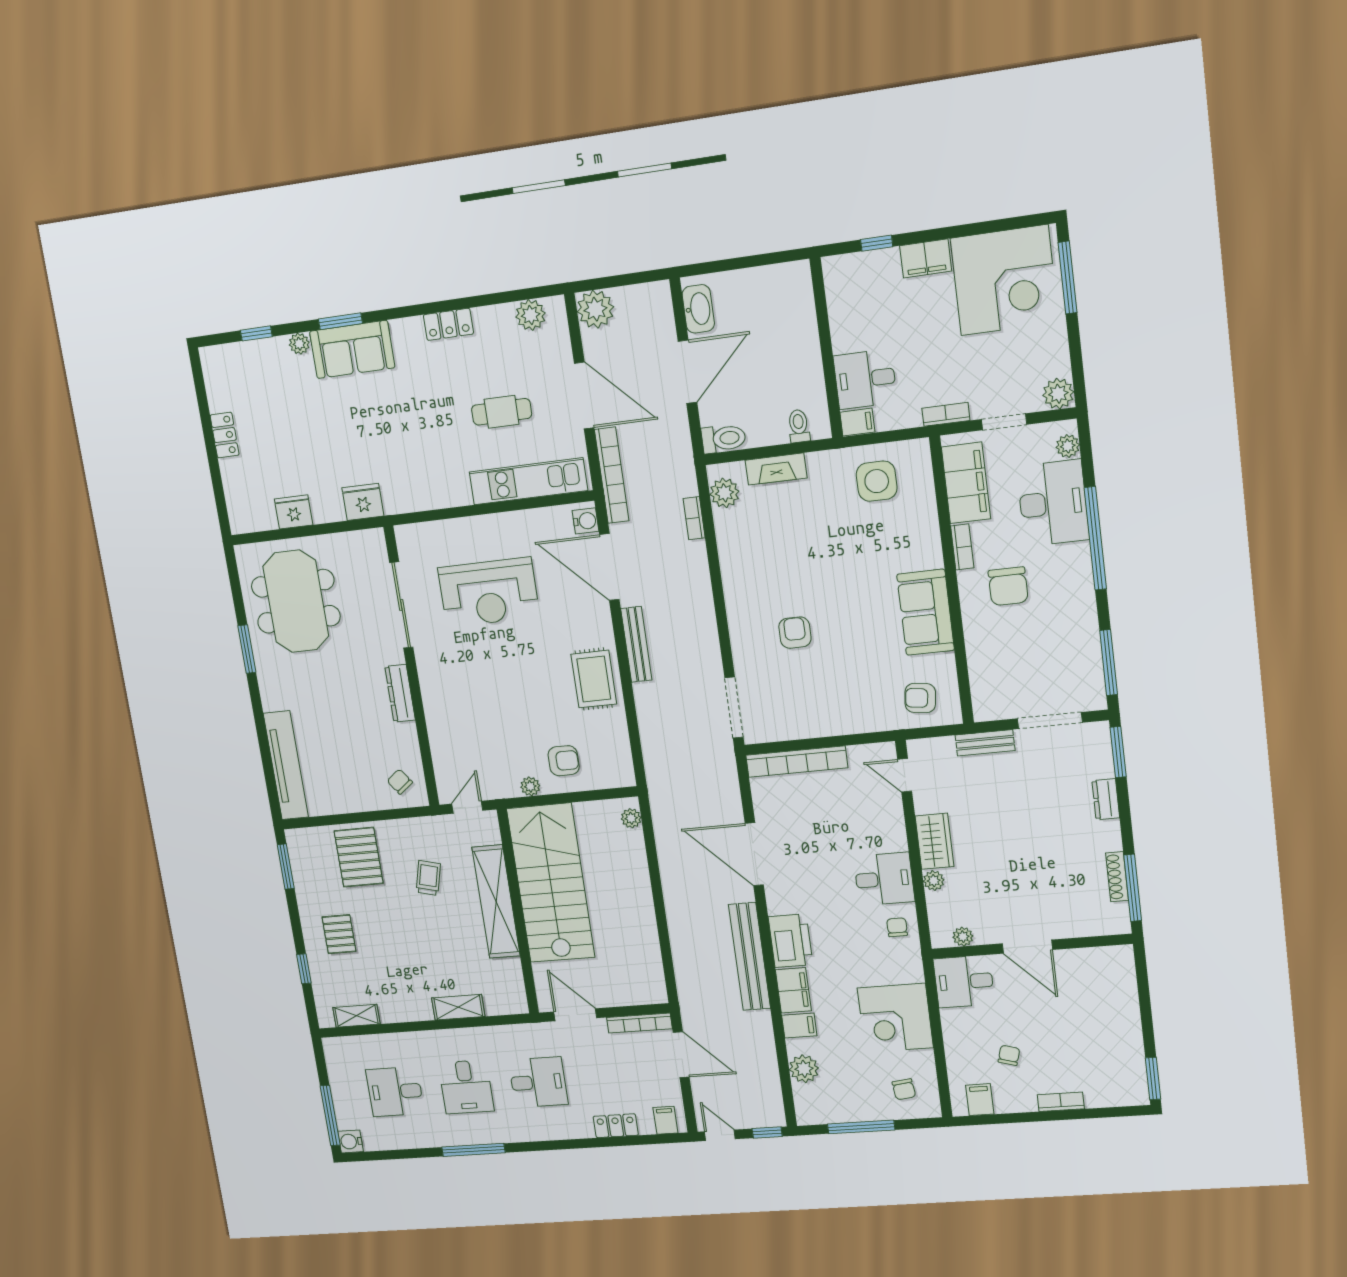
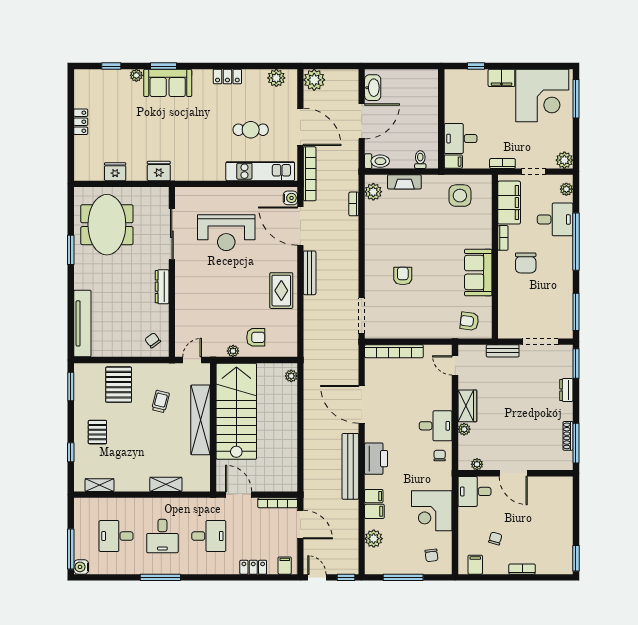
desk: (1053, 503) -> (555, 219), width x0.73
filing cabinet: (793, 990) -> (374, 496), width x0.50

